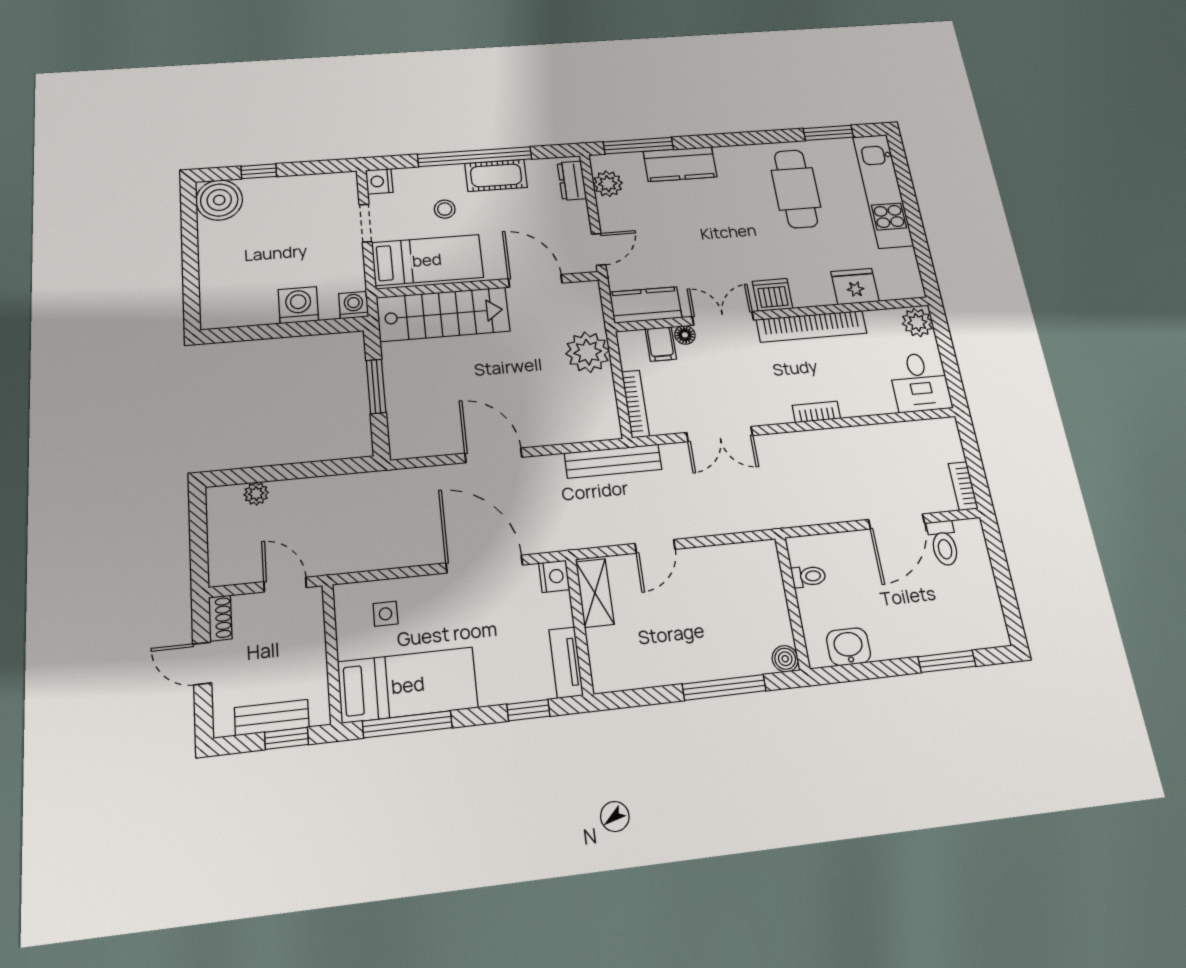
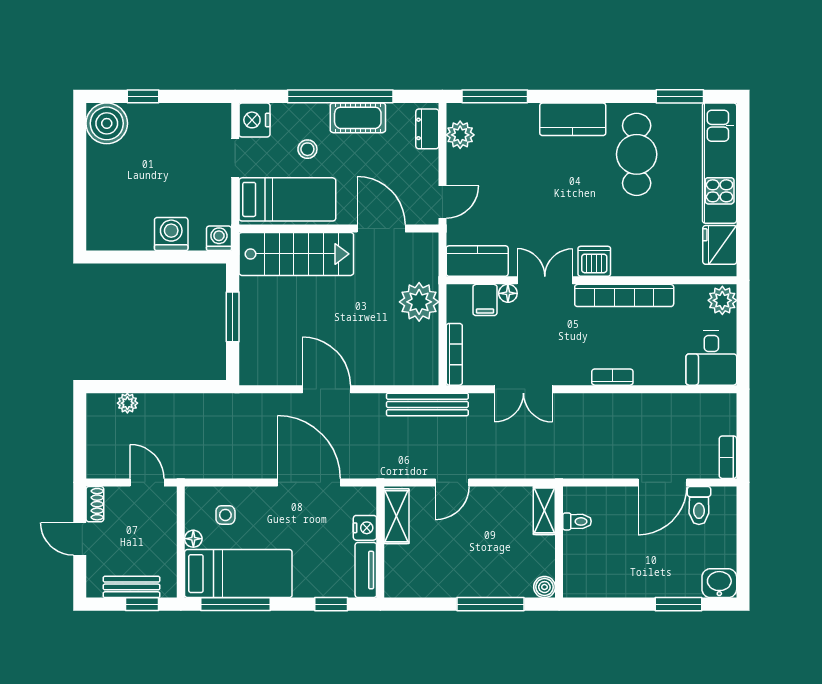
kitchen counter: (680, 164) -> (573, 119), moved
nightstand: (379, 181) -> (254, 120), width x1.36, depth x1.33
fridge: (855, 286) -> (720, 245), moved, turned -90
shelving: (768, 568) -> (544, 510), added
nightstand: (554, 576) -> (365, 528), moved
floor lamp: (347, 647) -> (193, 539), added
washbasin: (849, 647) -> (719, 583), moved

